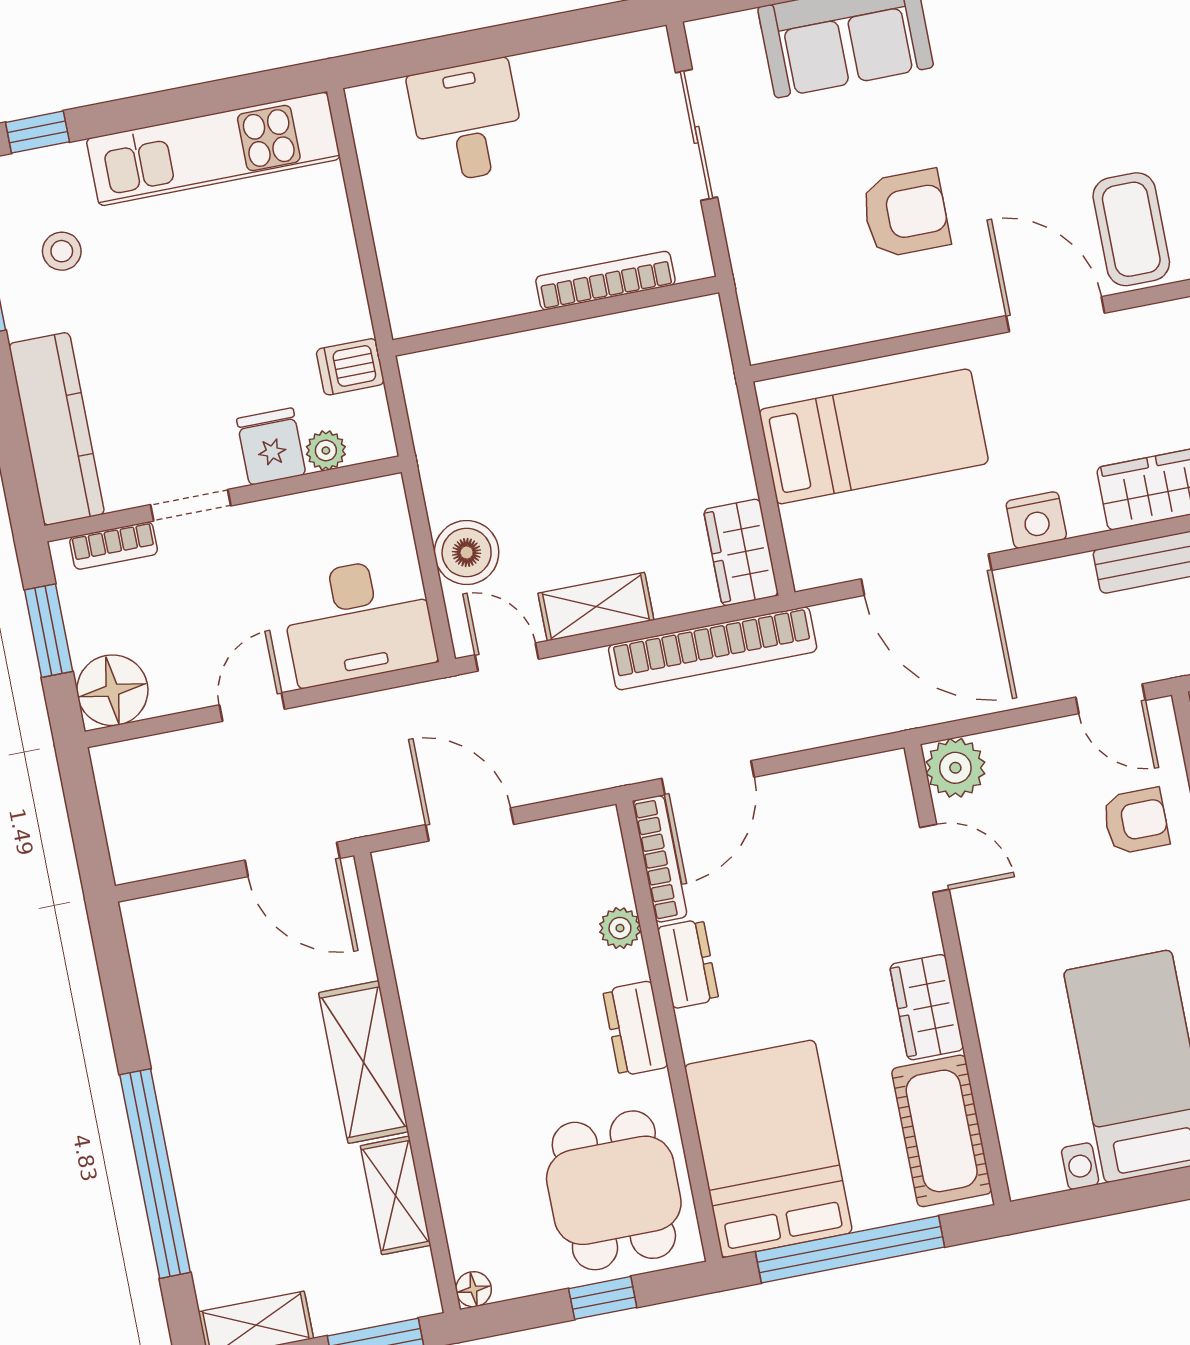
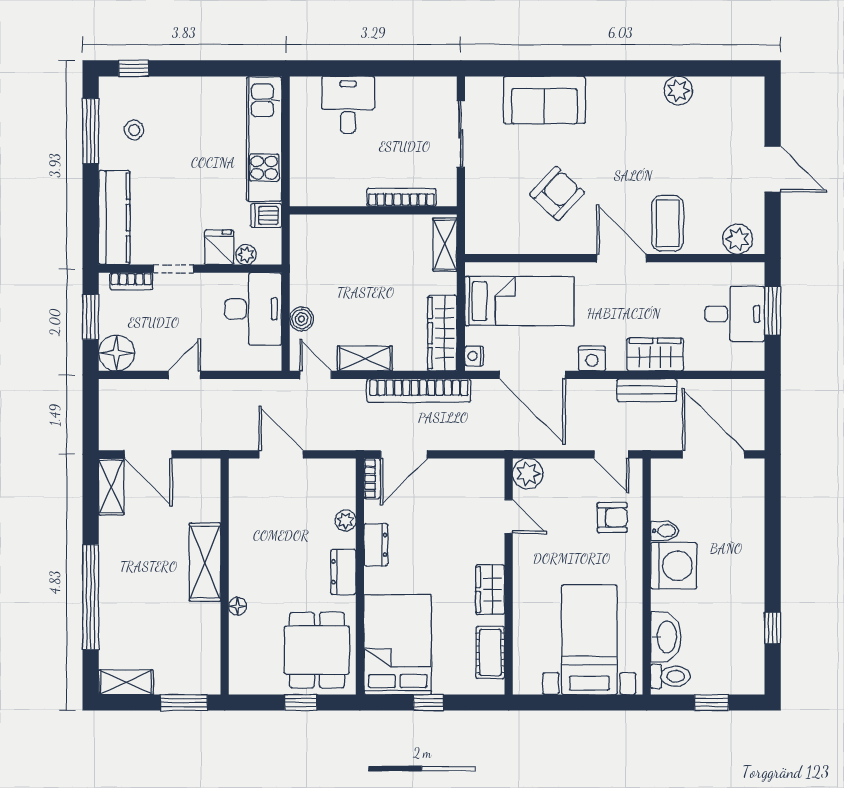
kitchen unit: (213, 149) -> (264, 139), moved, turned 90
armchair: (906, 213) -> (557, 193), turned -47
shelving: (708, 355) -> (445, 245), added
boiler: (467, 552) -> (302, 319), width x0.73, depth x0.73
wardrobe: (741, 552) -> (442, 333), width x1.50
nightstand: (807, 560) -> (474, 356), added
desk: (358, 621) -> (253, 309), moved, turned -90
door: (292, 859) -> (148, 454), moved
bookcase: (660, 859) -> (372, 479), width x0.64
cot: (942, 1131) -> (490, 653), width x0.73, depth x0.75
shelving: (396, 1195) -> (111, 487), moved
window: (850, 1249) -> (428, 703), width x0.32
floor lamp: (474, 1289) -> (238, 606), moved

